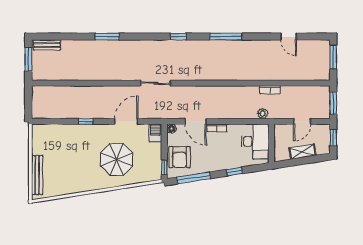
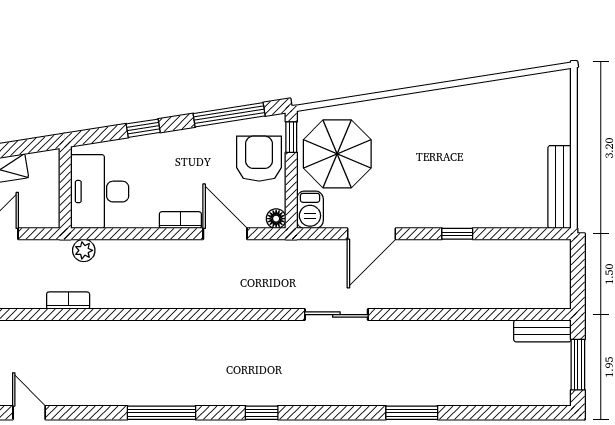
bench: (47, 45) -> (542, 331), moved
sliding door: (156, 83) -> (336, 315), moved
parasol: (117, 159) -> (337, 154), moved
bench: (37, 175) -> (560, 187), moved

